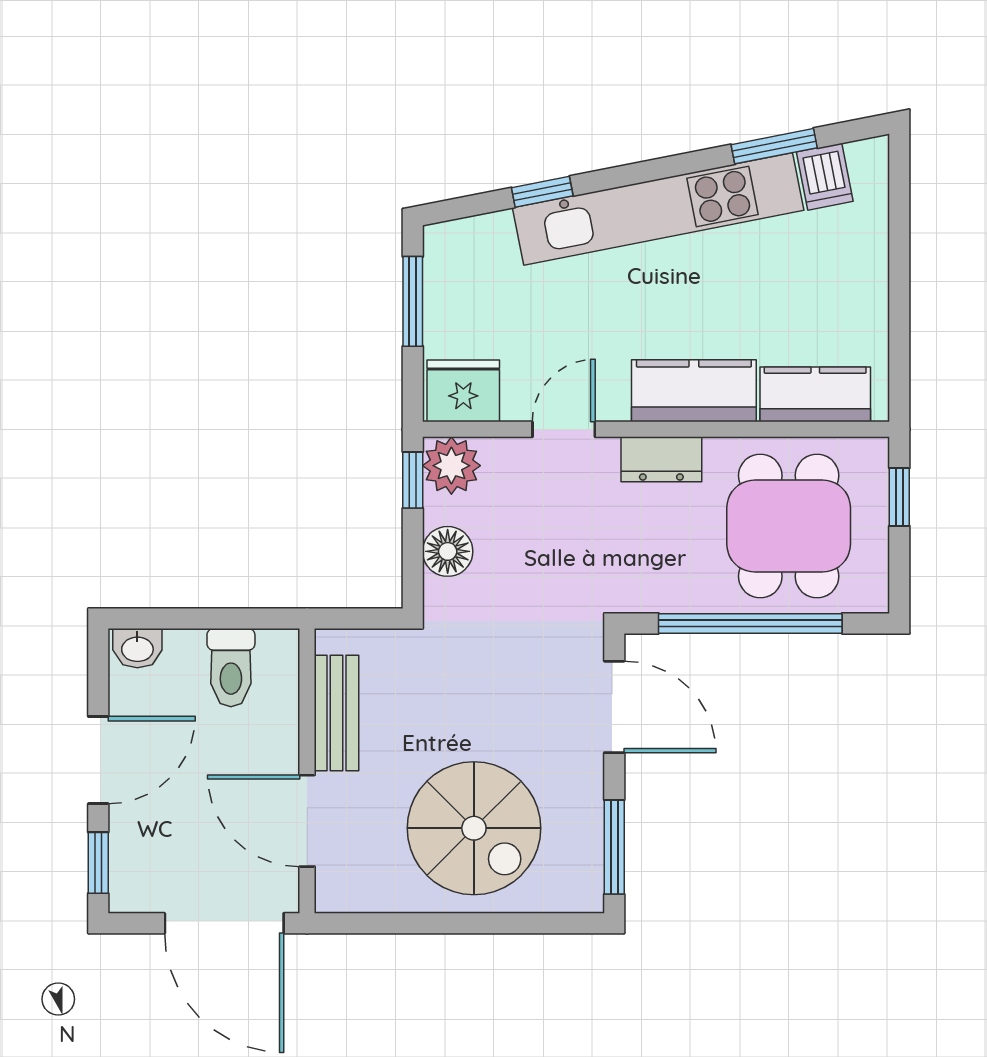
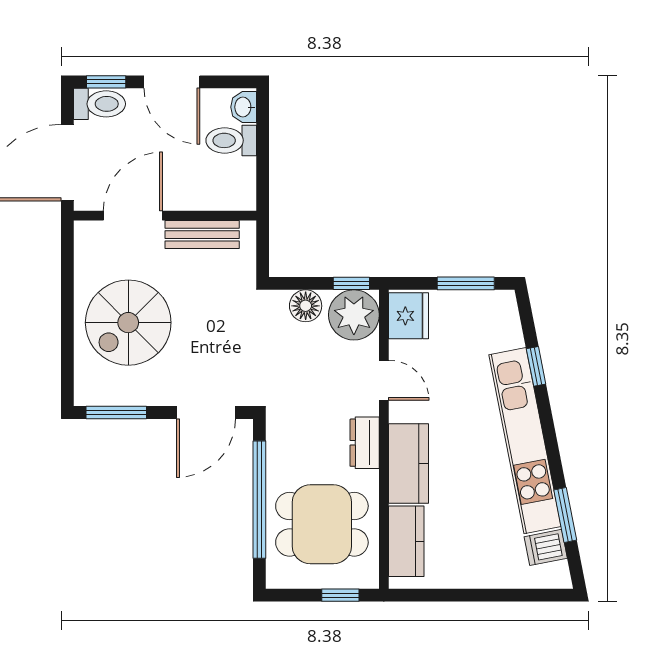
plant: (451, 466) -> (354, 315), width x1.36, depth x1.36
toilet: (231, 668) -> (231, 140), moved
toilet: (133, 873) -> (99, 104), added

